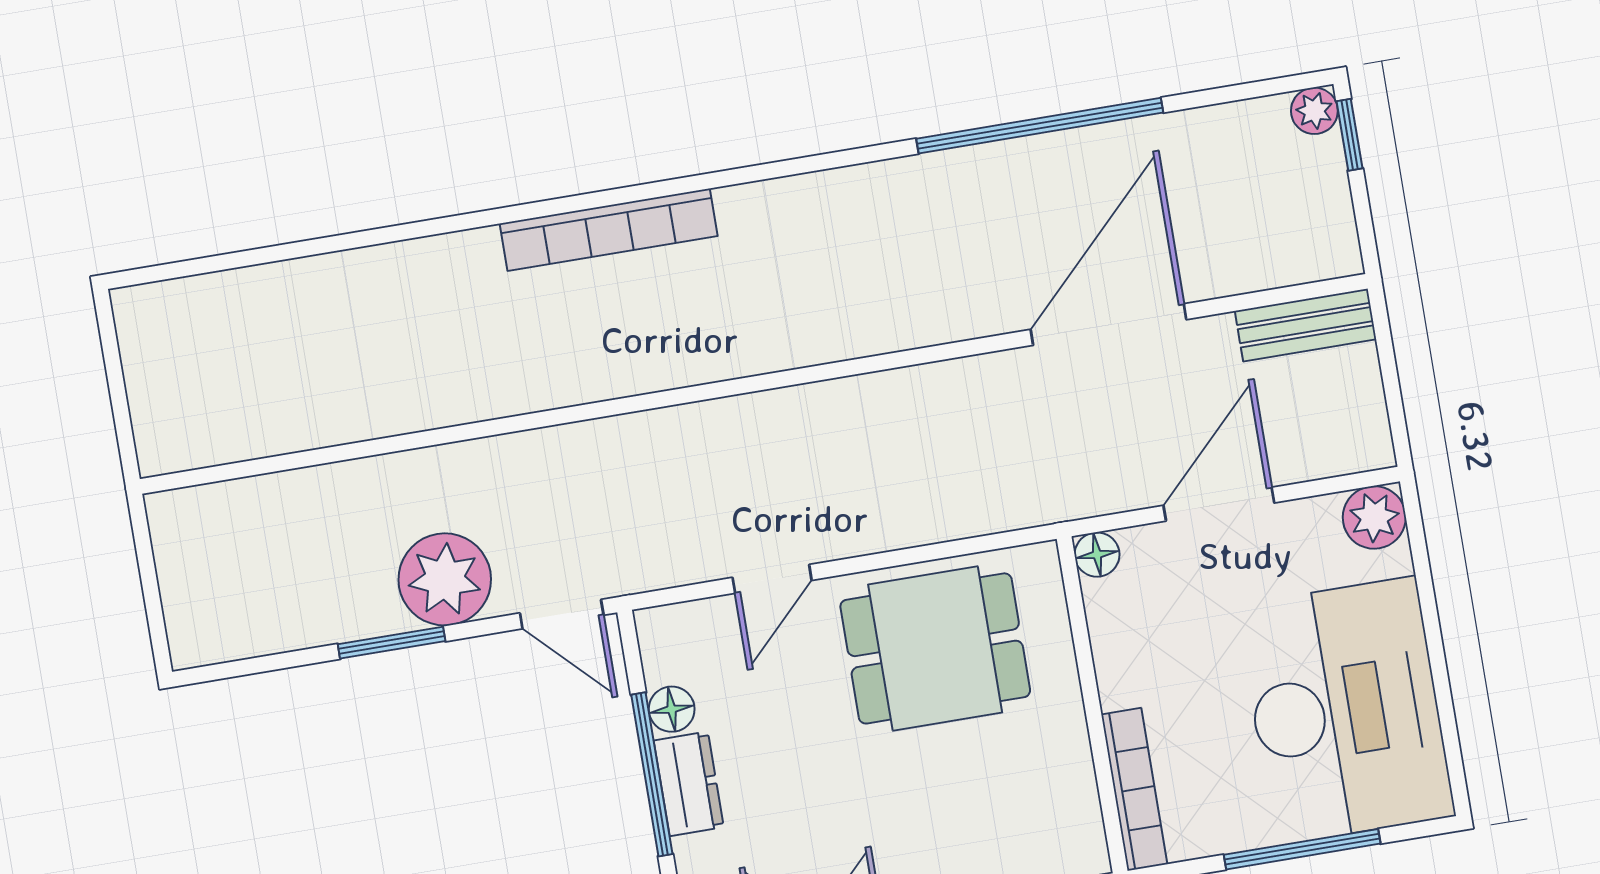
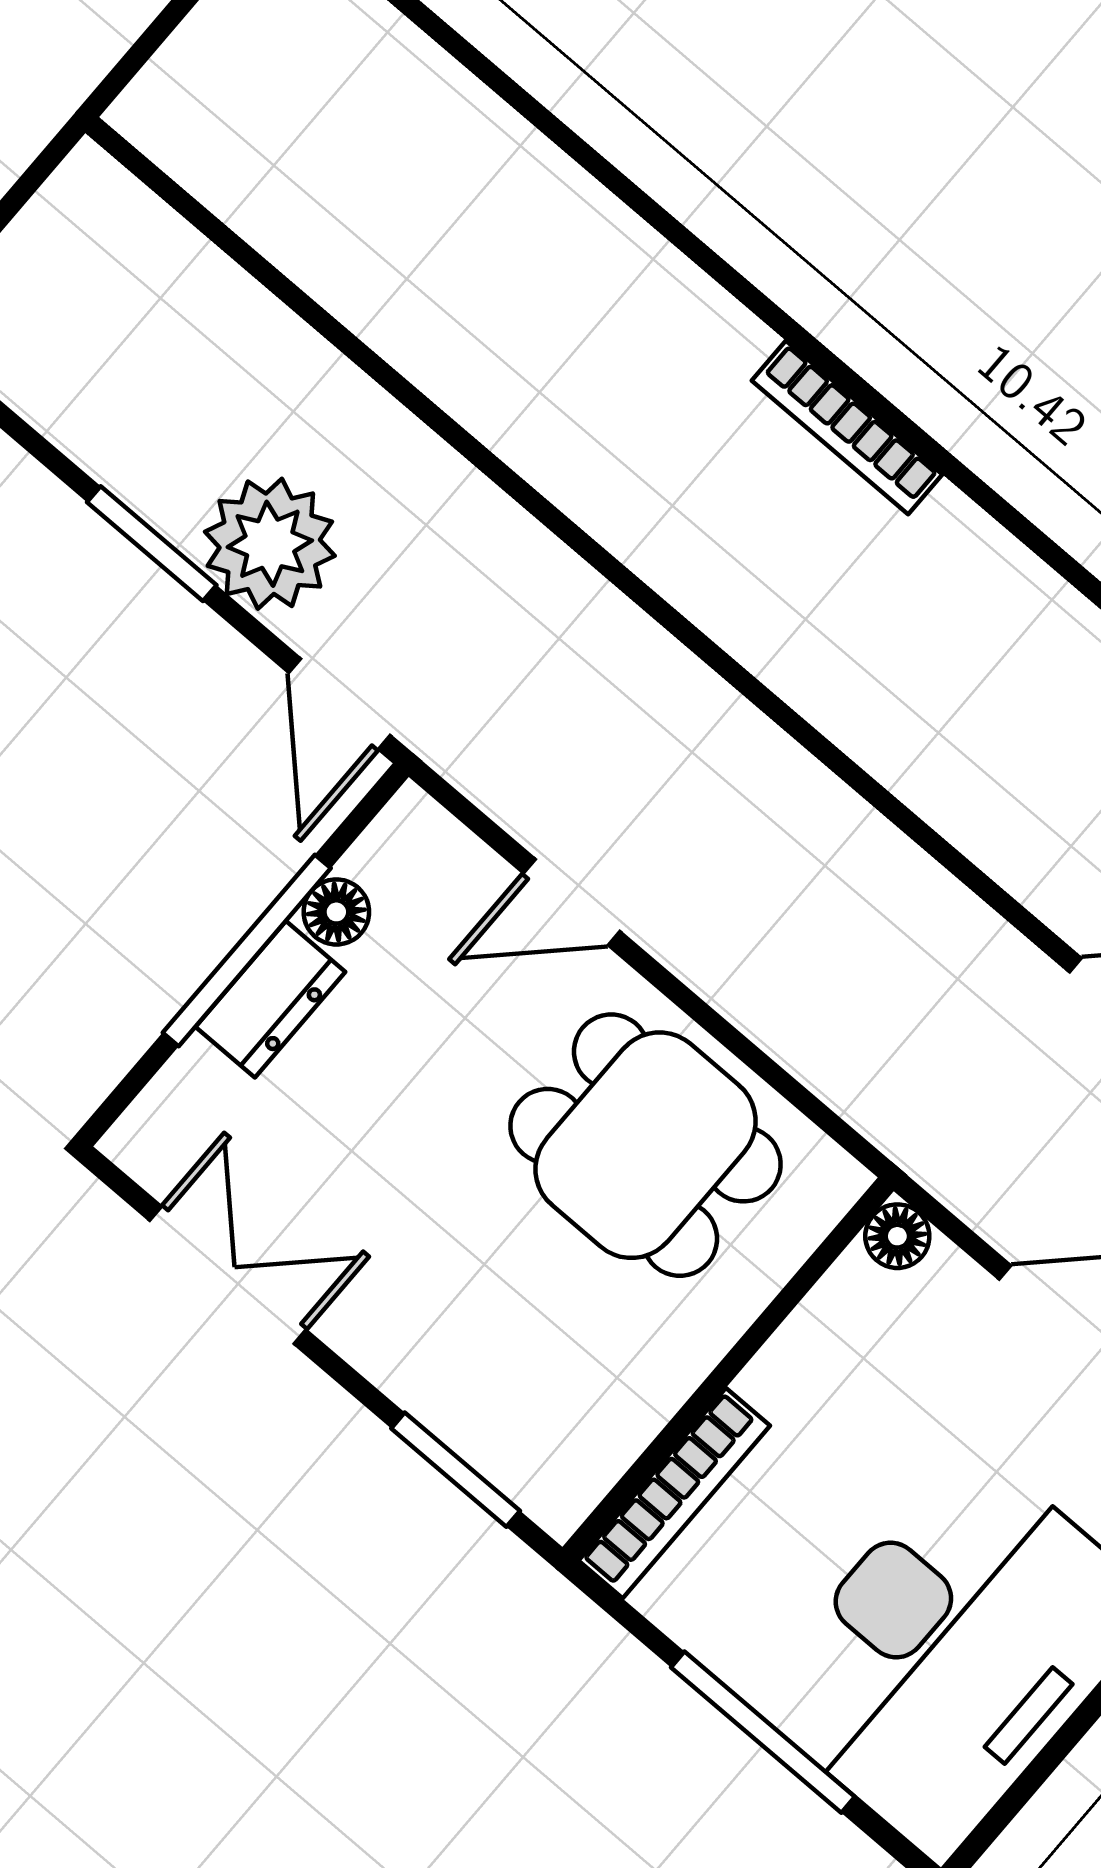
bookcase: (609, 230) -> (847, 427), width x0.68, depth x0.76

